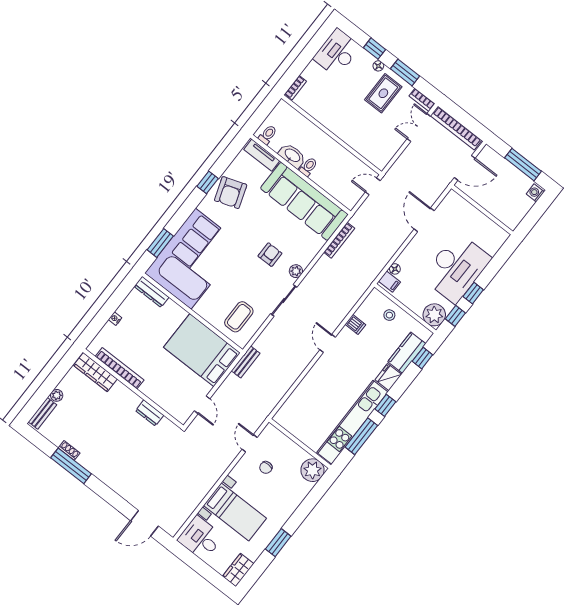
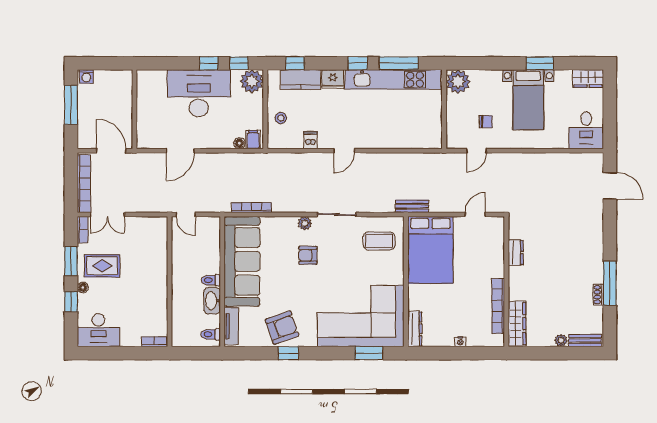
bed with nightstands: (235, 512) -> (528, 100), moved, turned 180

